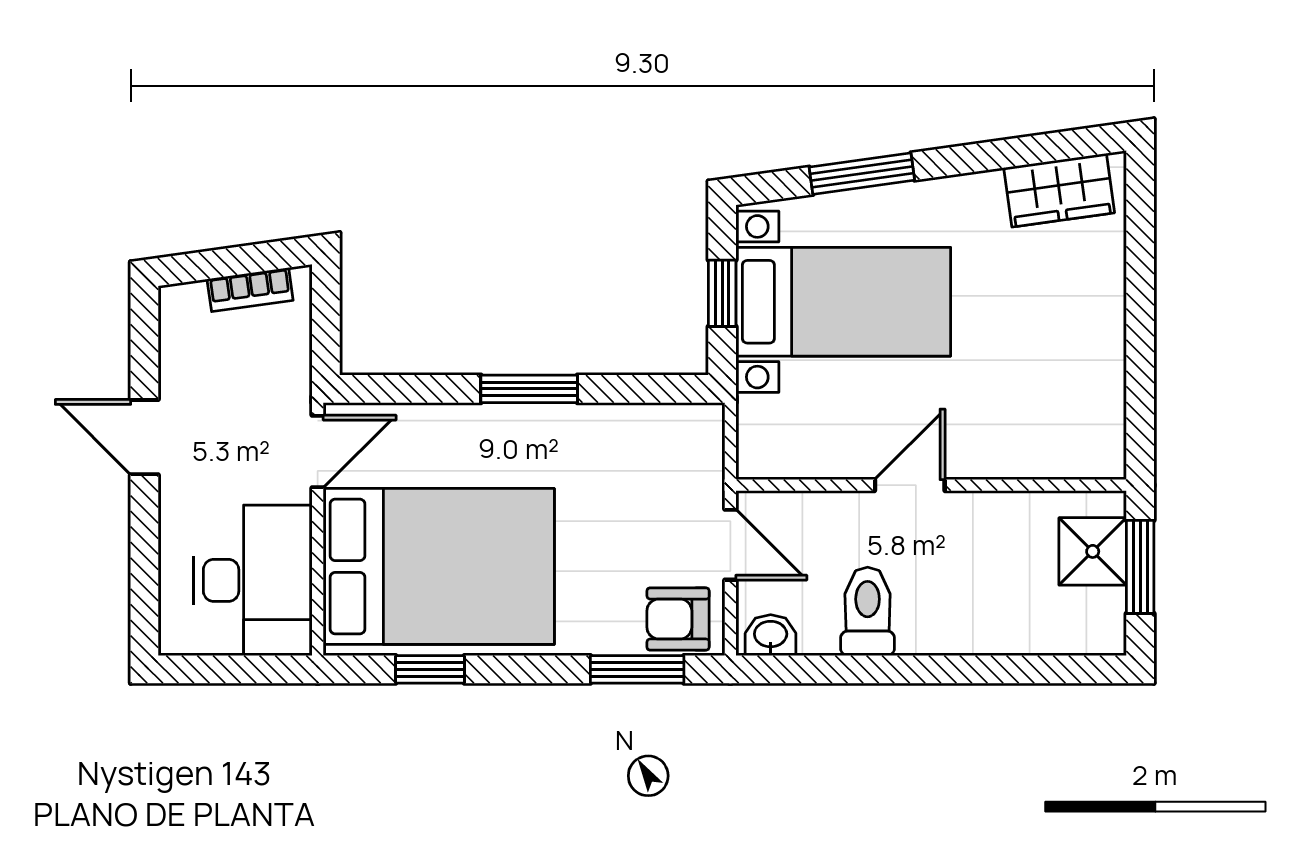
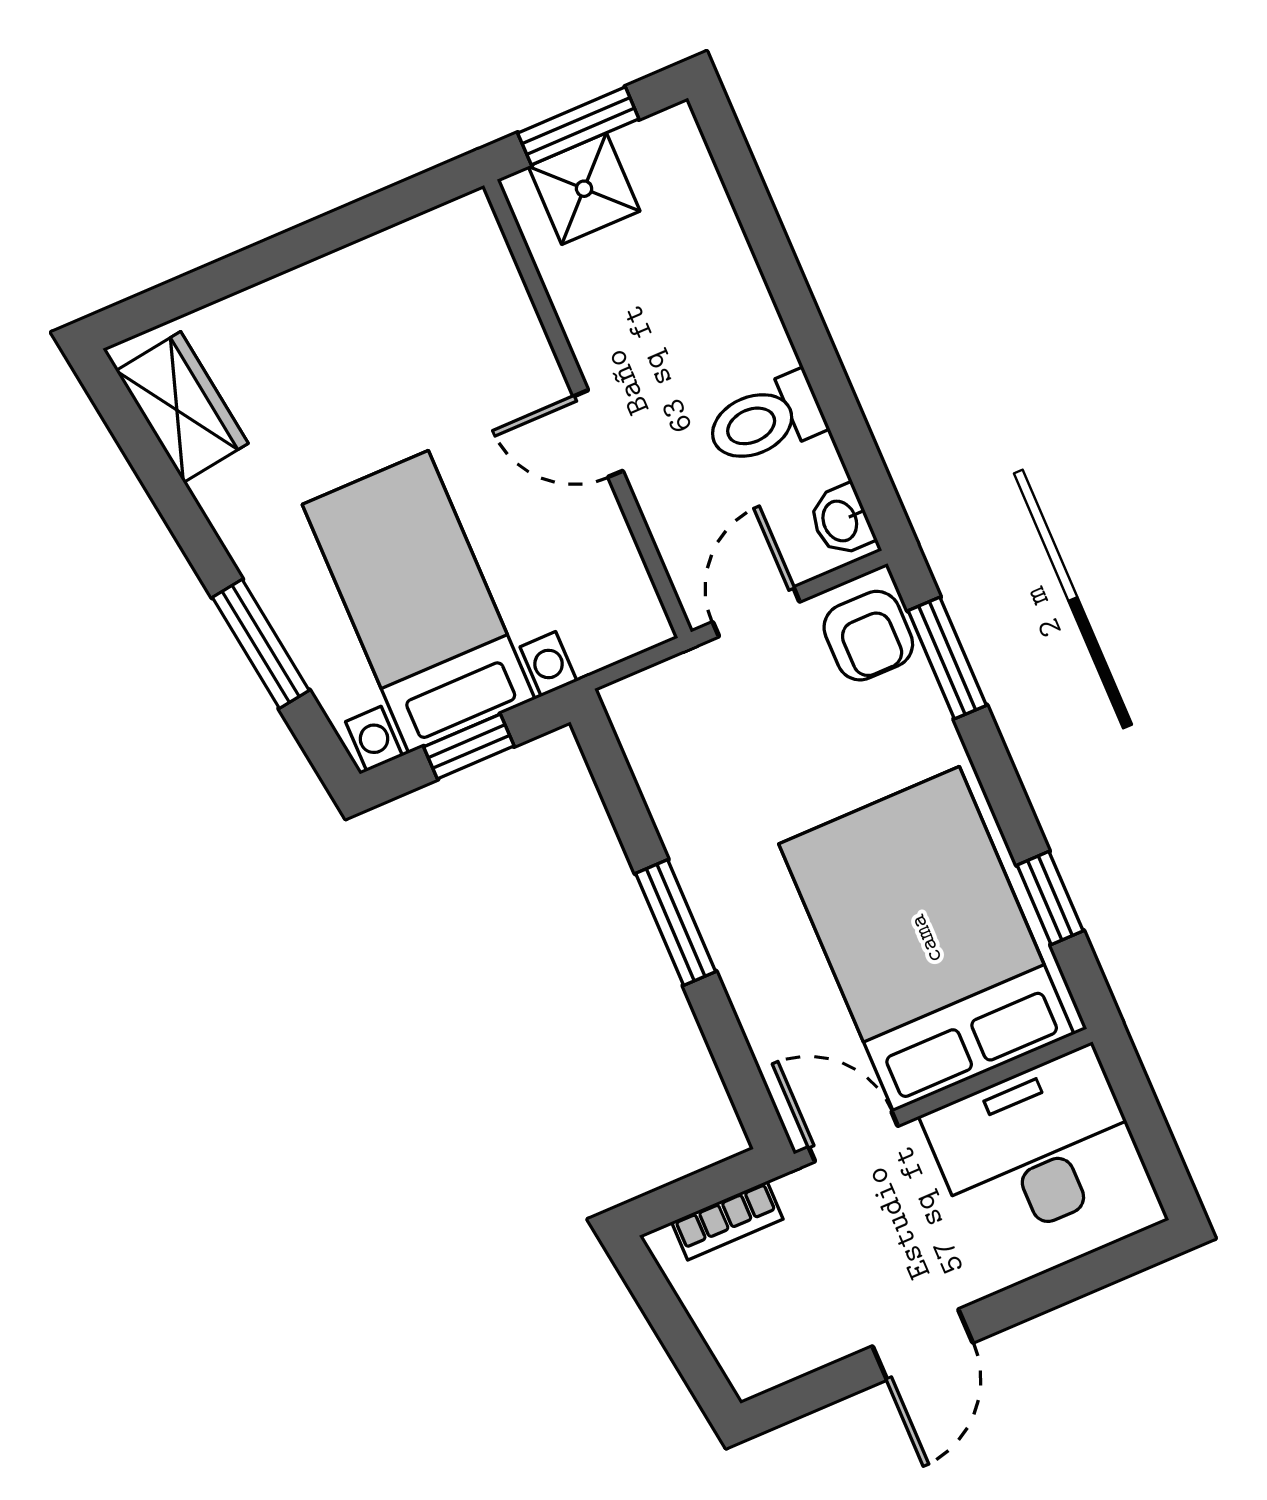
bookcase: (250, 290) -> (727, 1221), moved, turned 98

